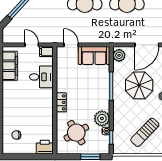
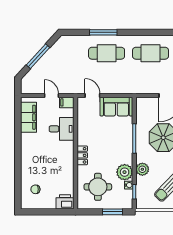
plant: (119, 55) -> (142, 169), moved
round table: (76, 133) -> (98, 187), turned 30

